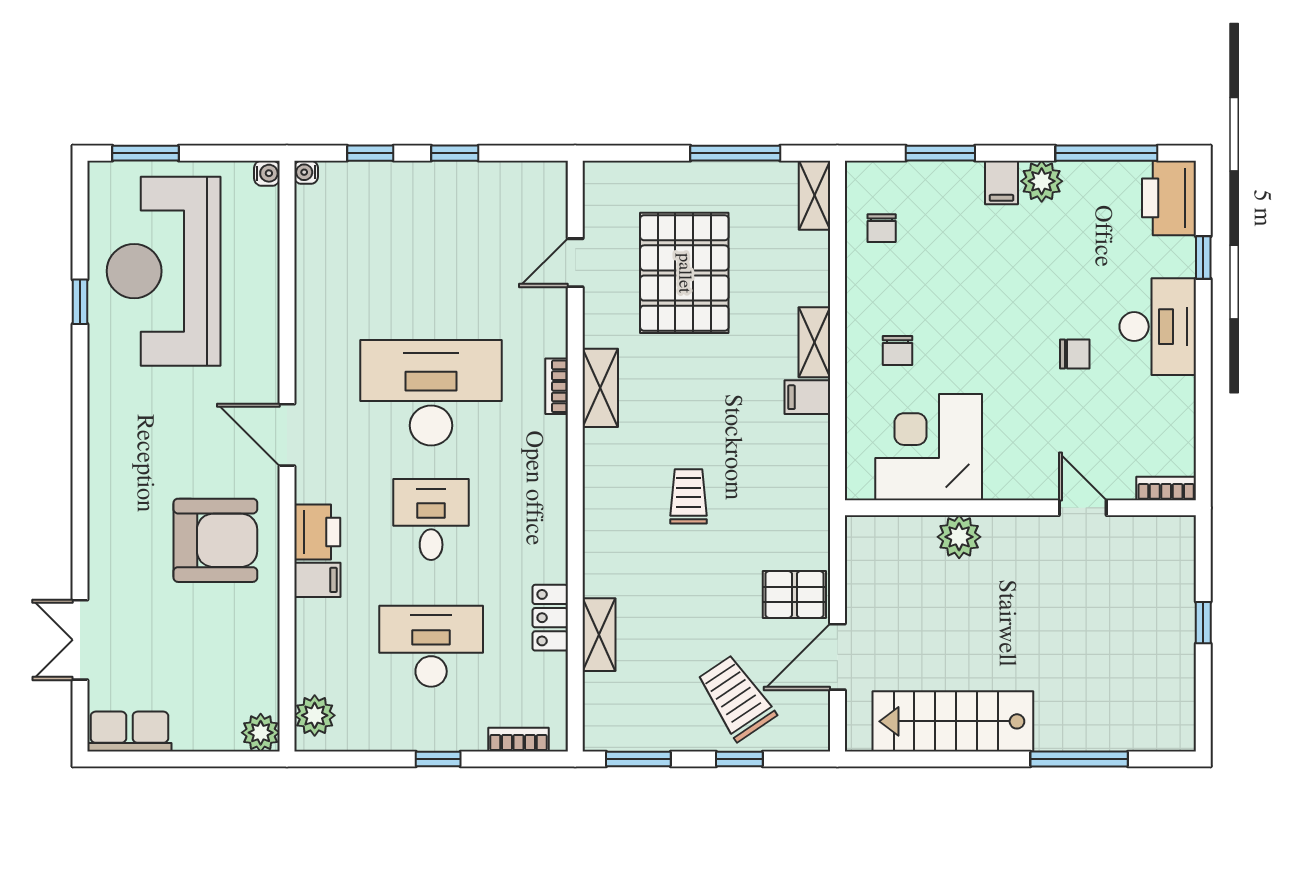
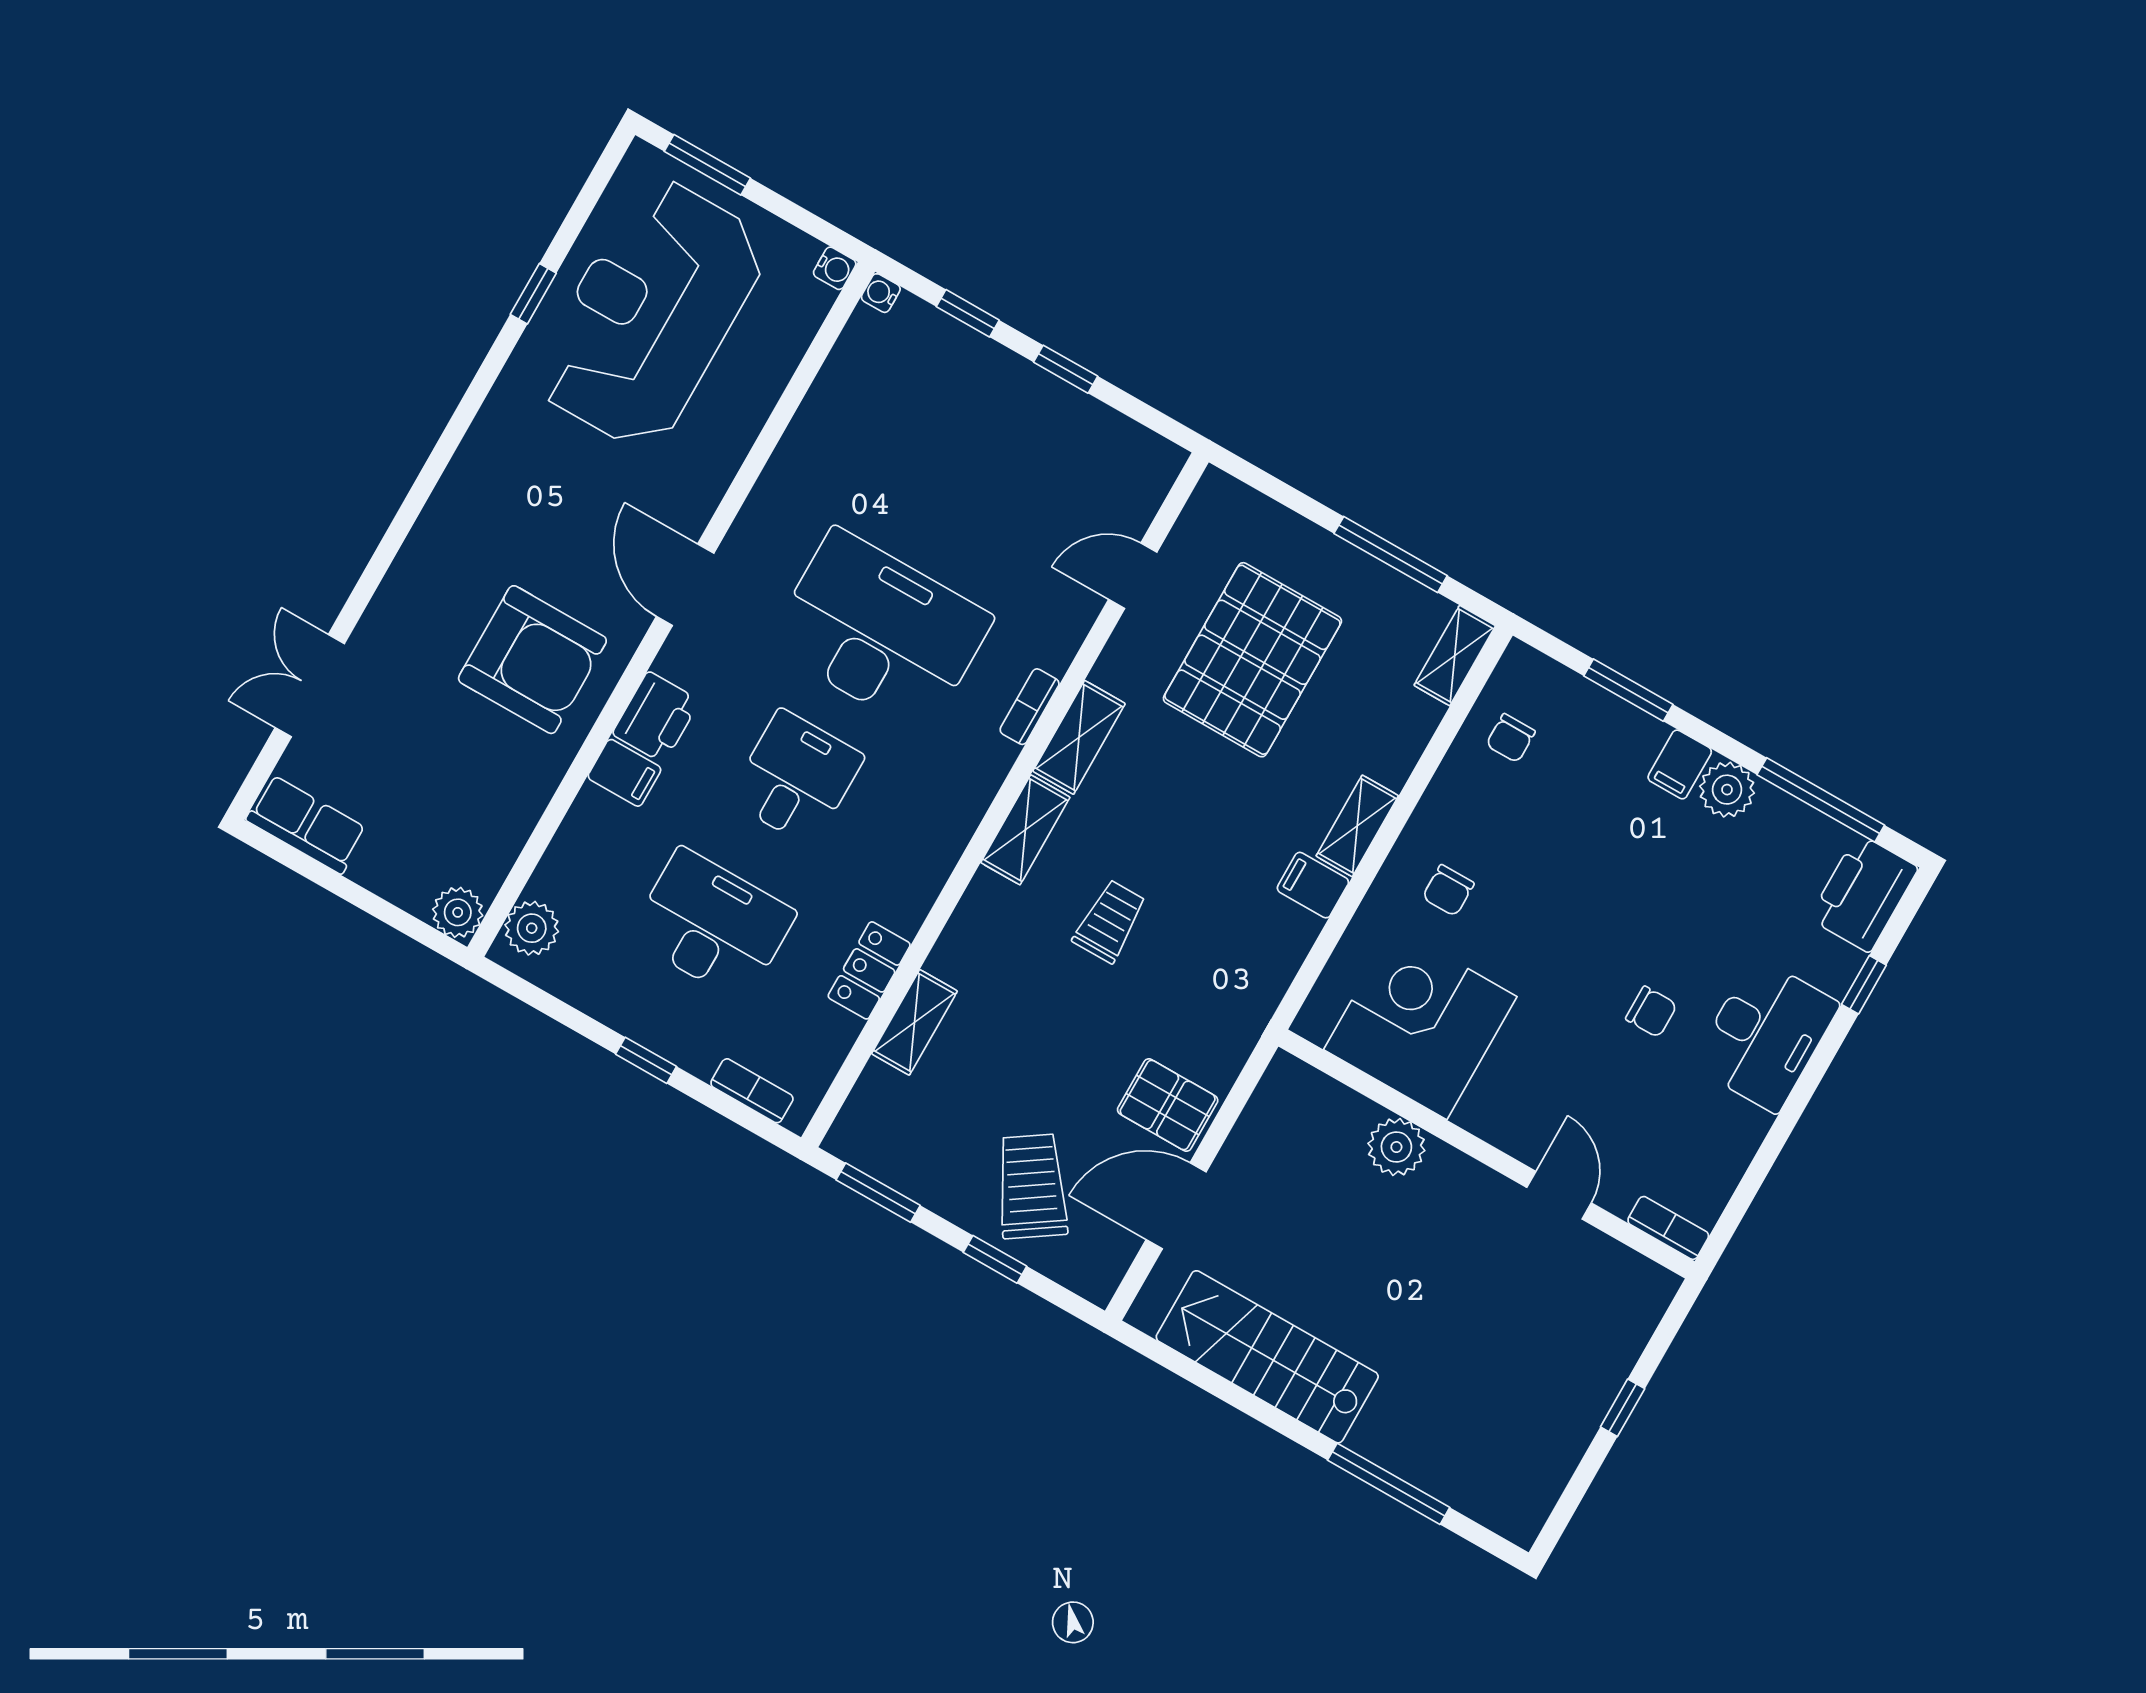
shelving: (600, 468) -> (1025, 830), added

